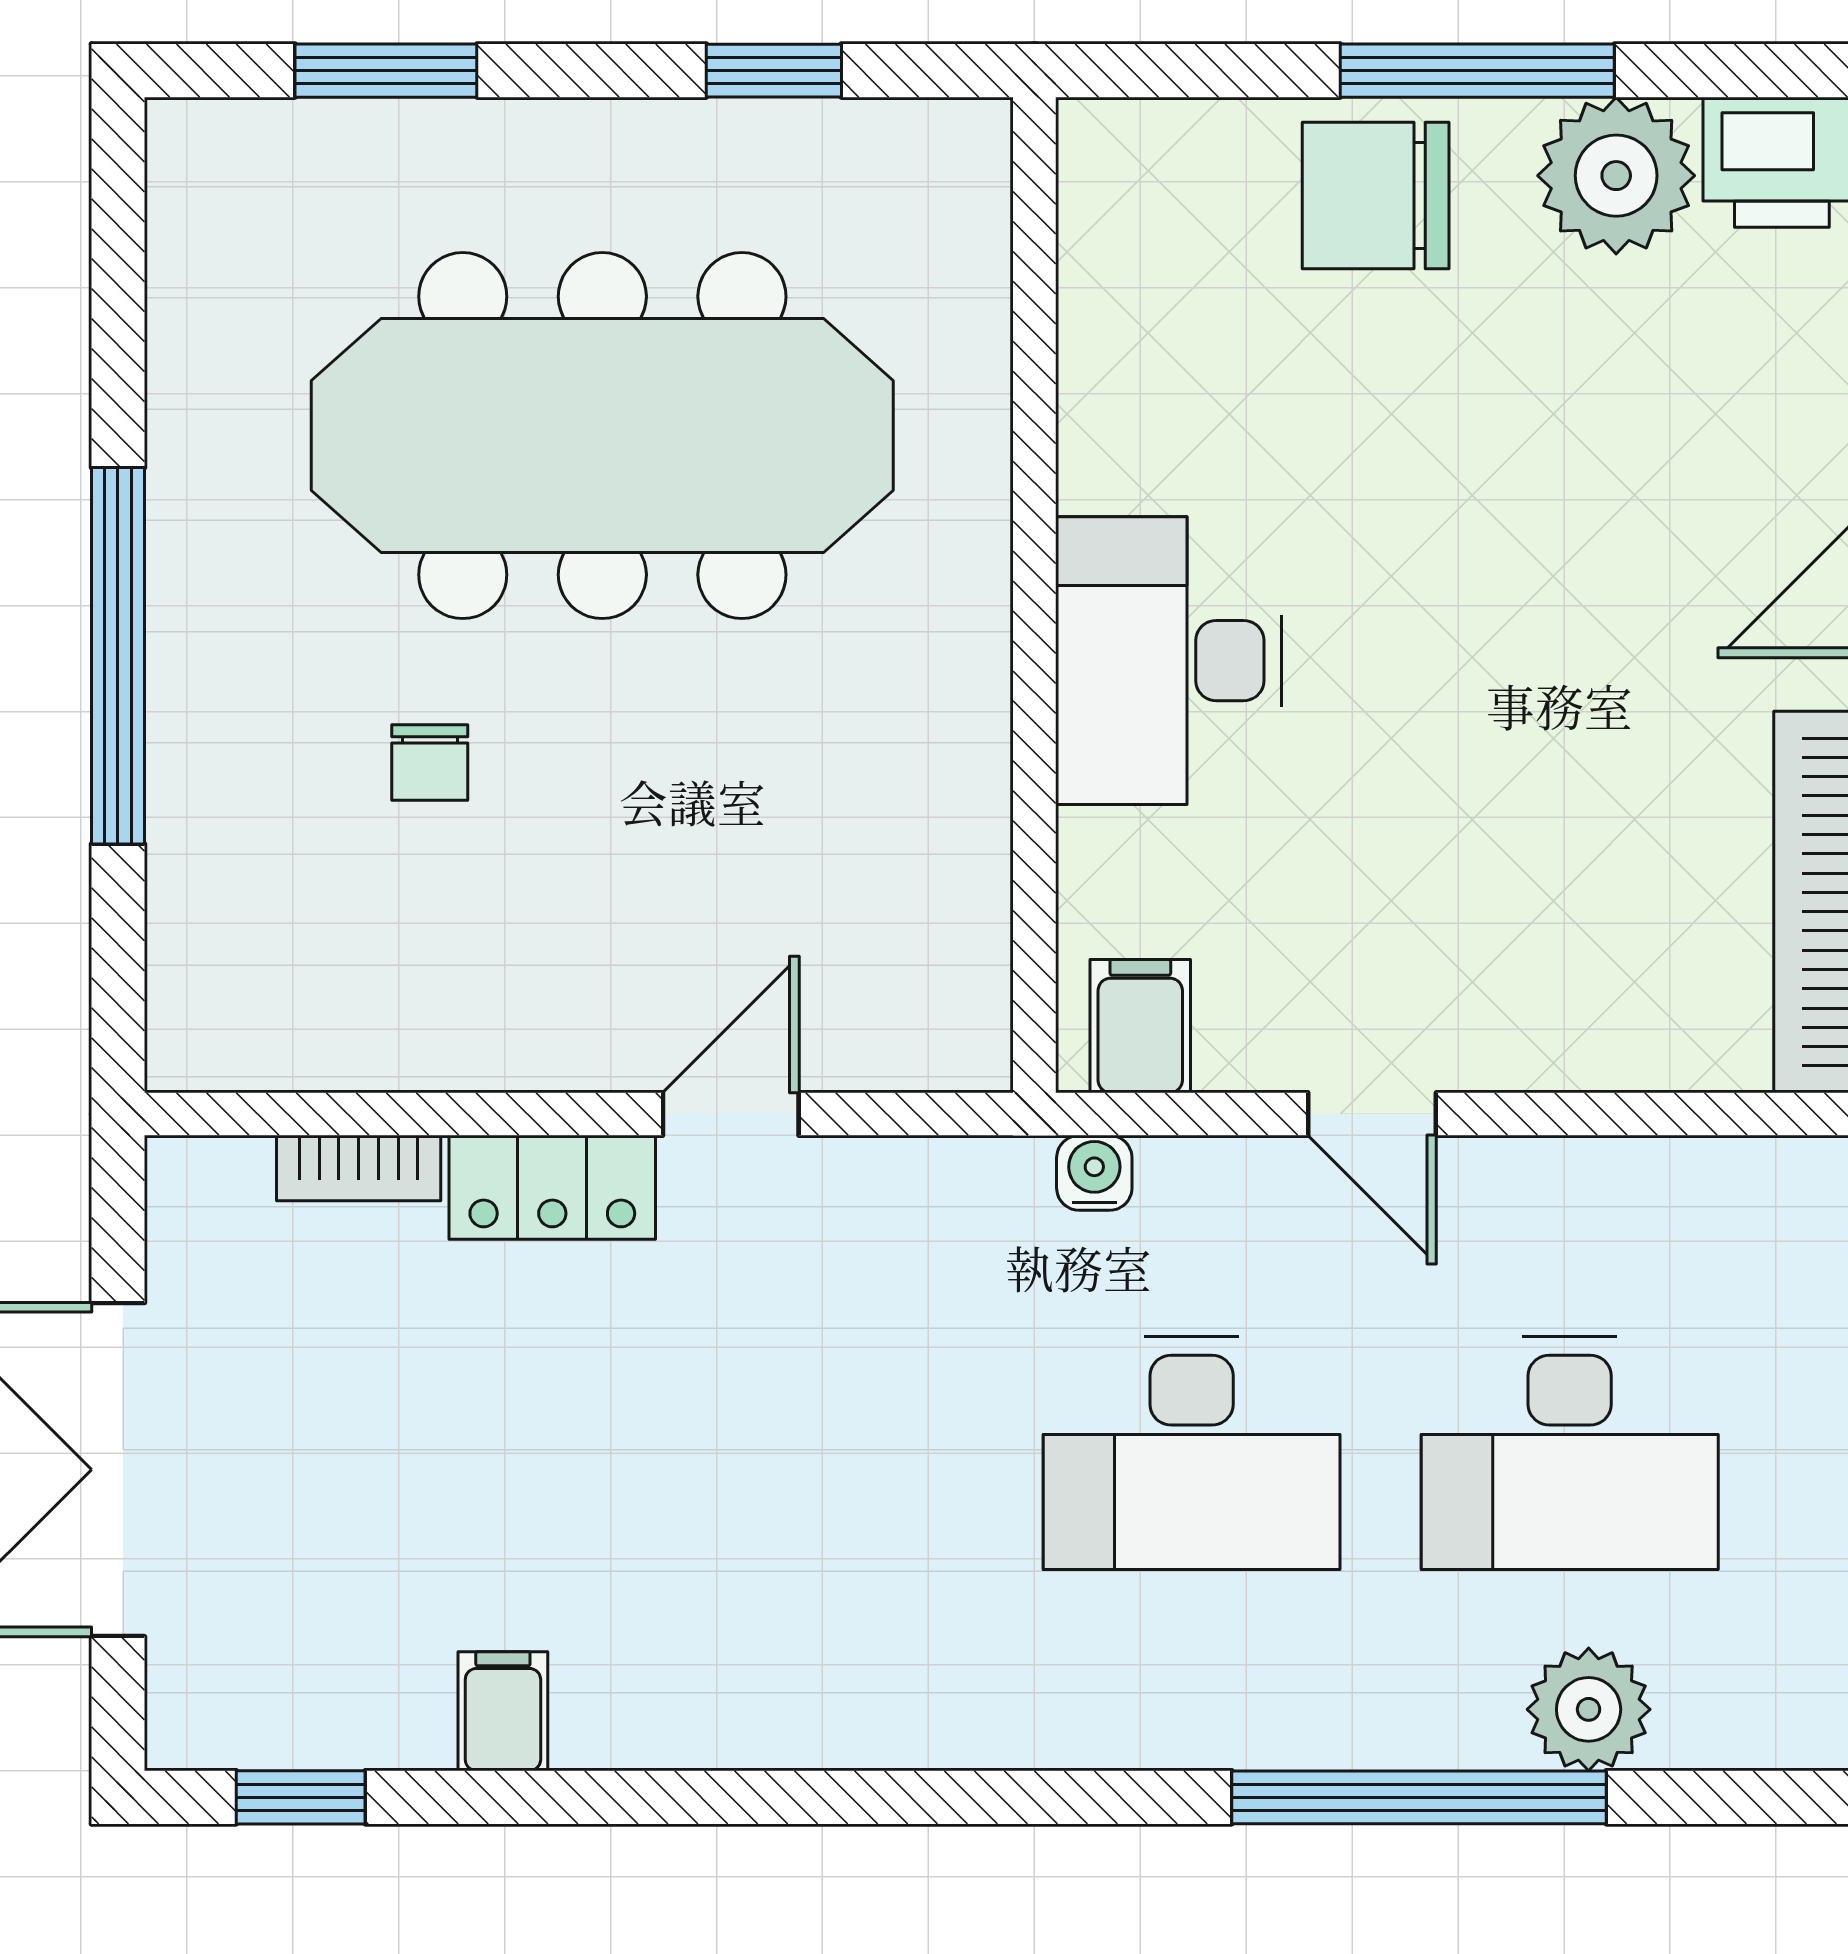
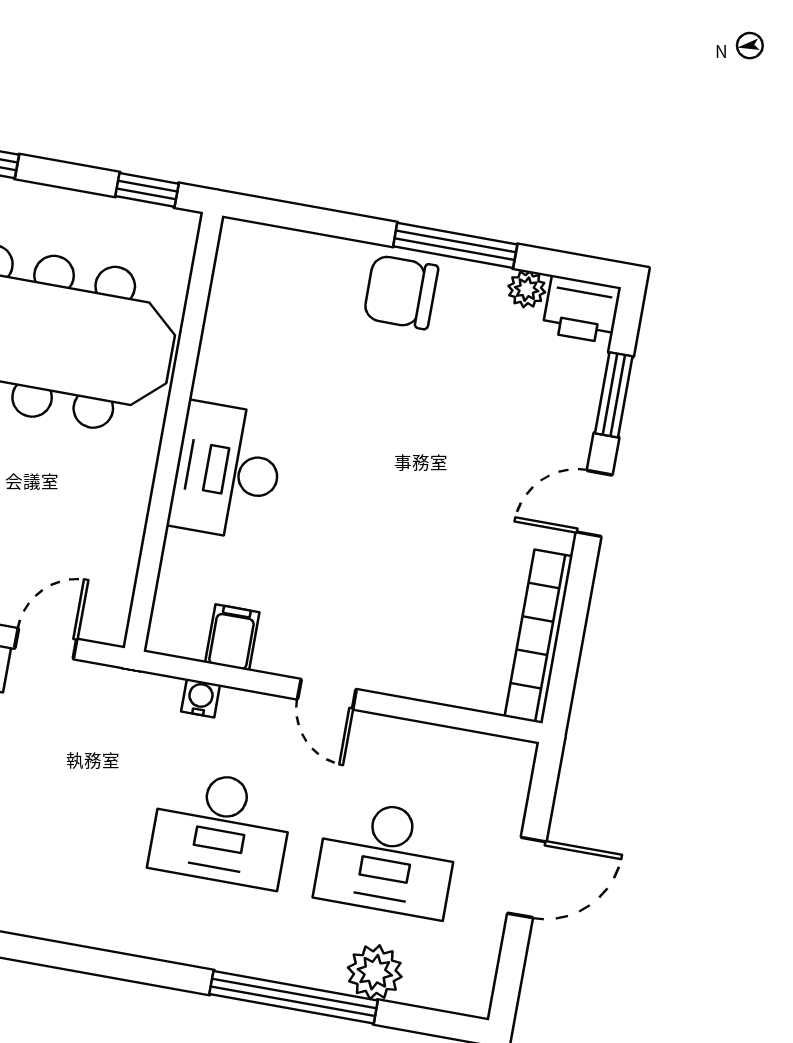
plant: (1616, 176) -> (527, 289), width x0.53, depth x0.53
wall: (1034, 595) -> (173, 432), moved
desk: (1169, 661) -> (227, 471), moved

